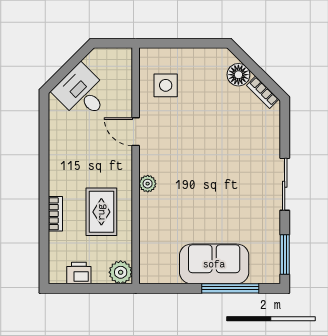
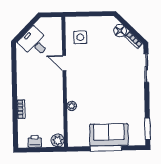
plant: (148, 184) -> (72, 106), moved
sliding door: (285, 184) -> (146, 68), moved
rug: (101, 212) -> (46, 107), removed
window: (230, 288) -> (106, 148), moved

